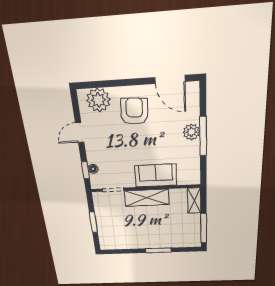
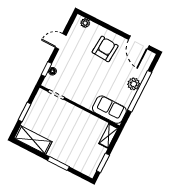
plant: (98, 100) -> (85, 23), width x0.53, depth x0.53
window: (203, 136) -> (140, 91), width x1.46
sofa: (156, 176) -> (109, 110), moved
shelving: (147, 198) -> (33, 140), moved
window: (204, 228) -> (103, 163), width x0.69

